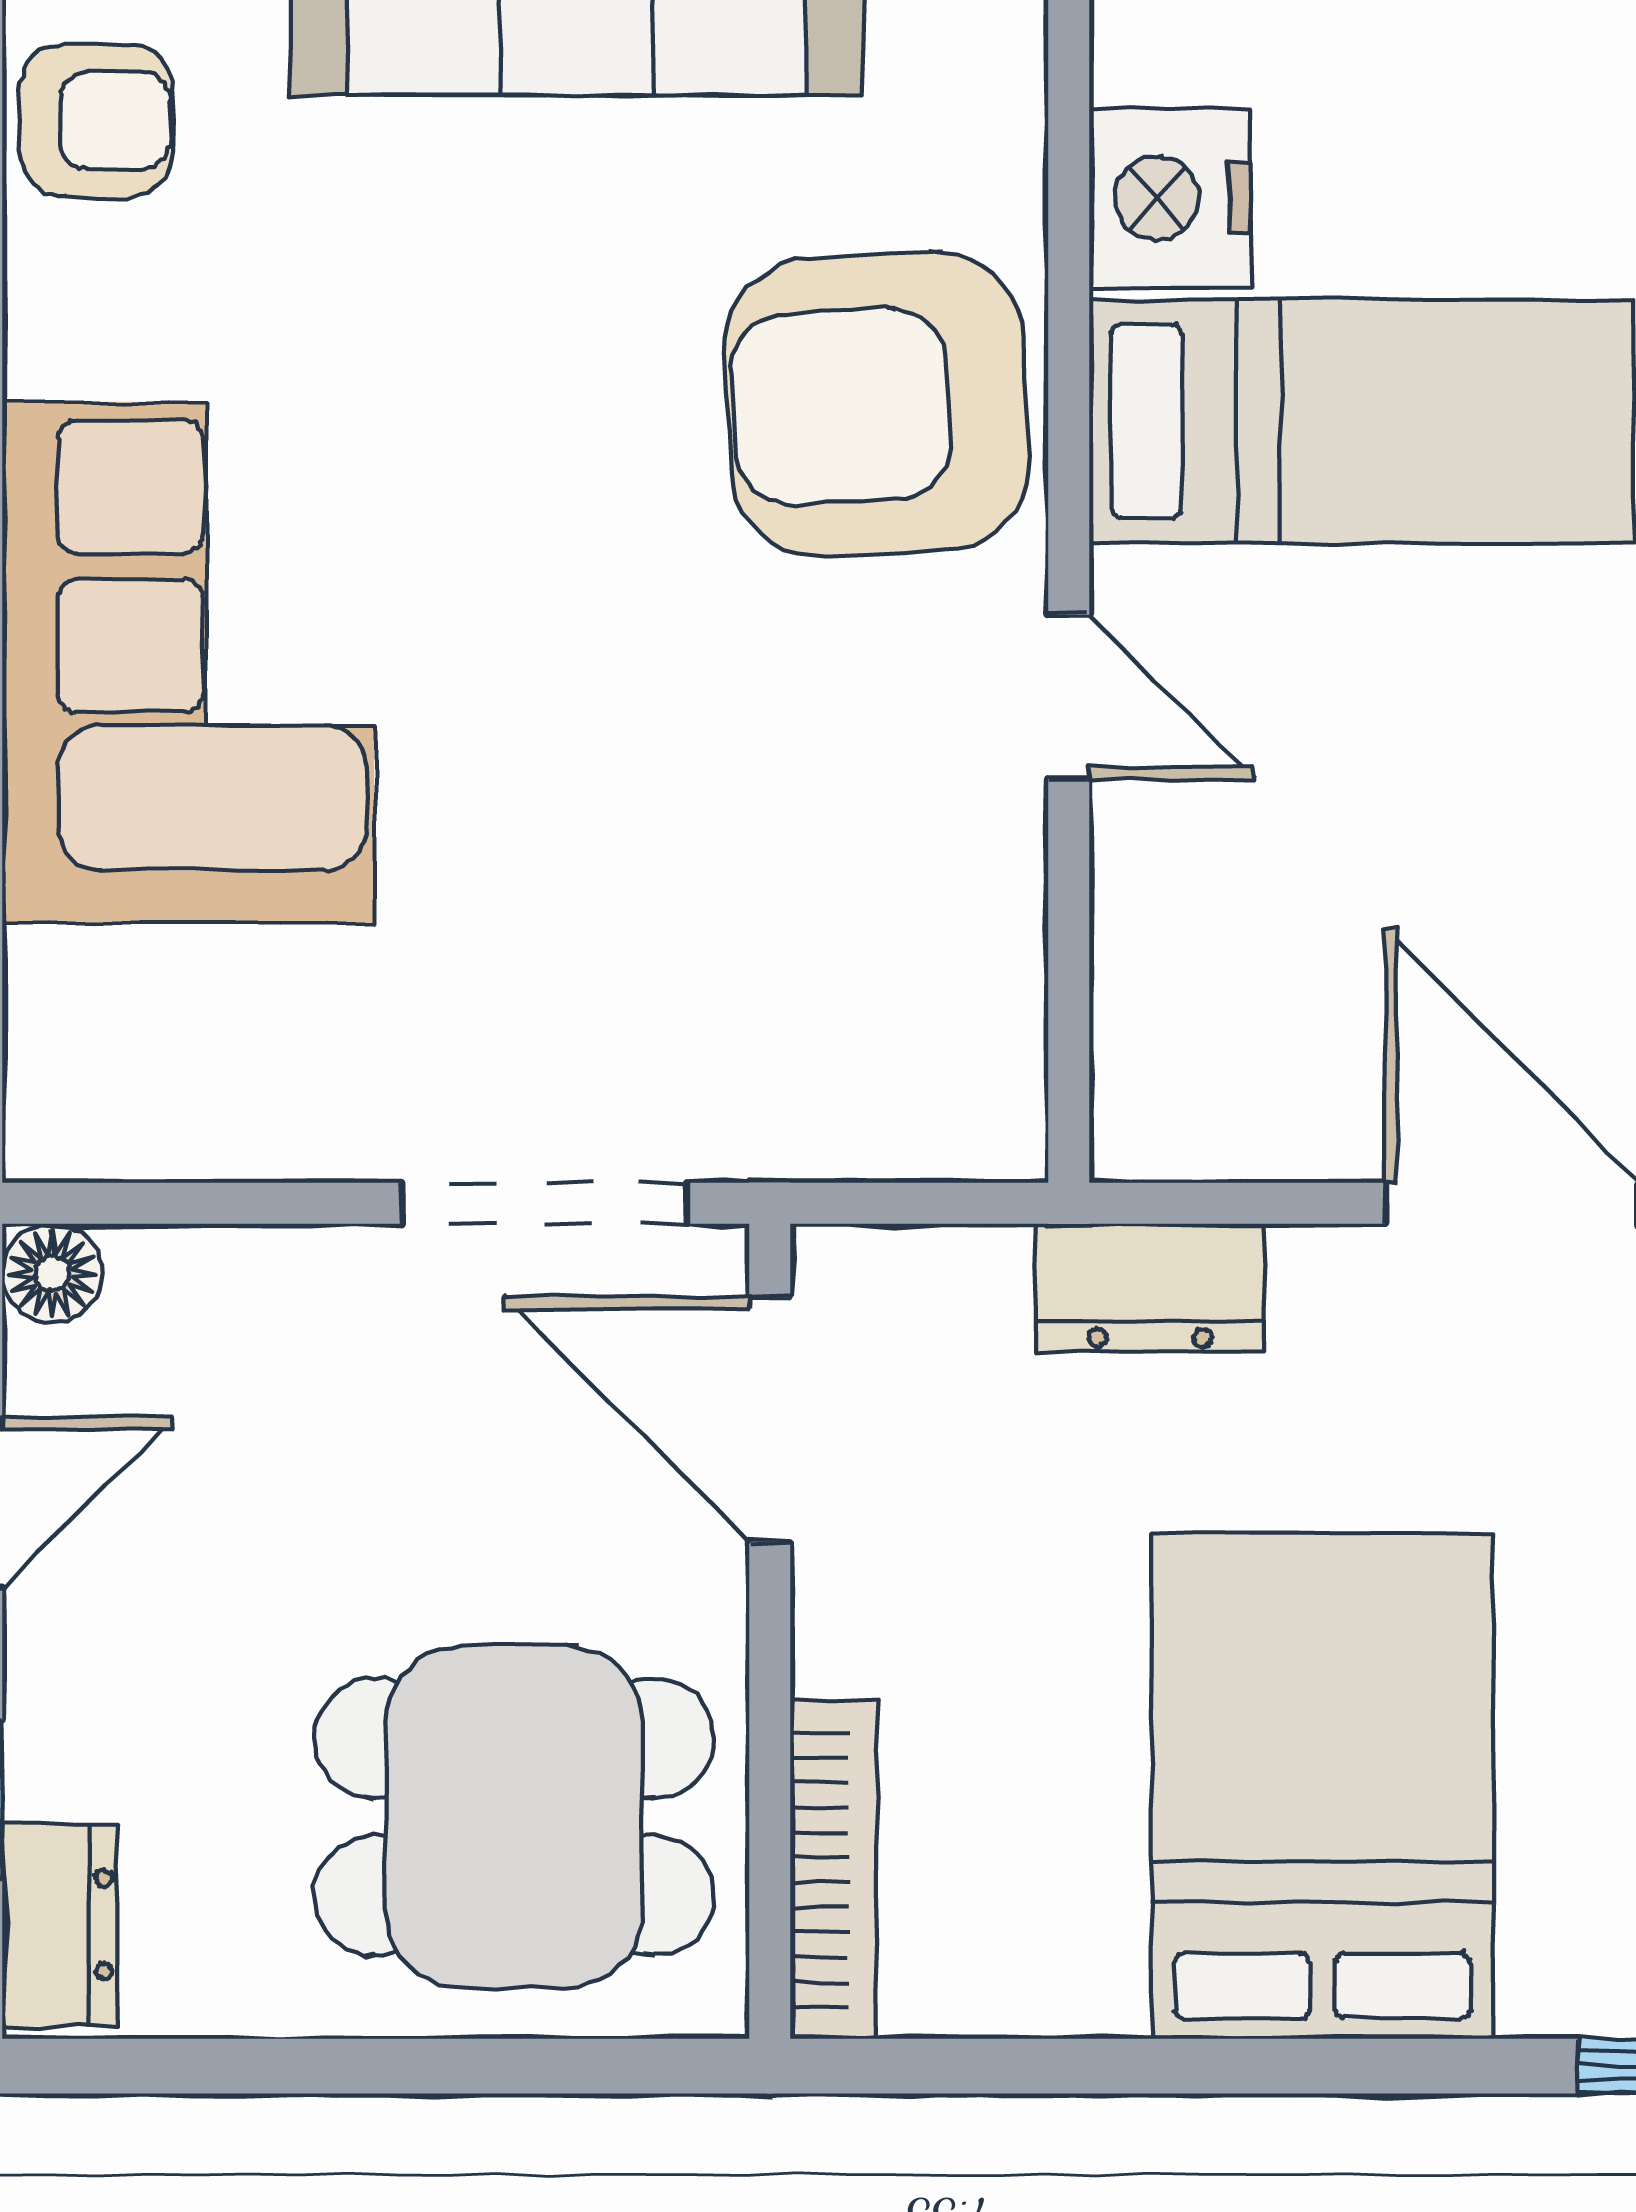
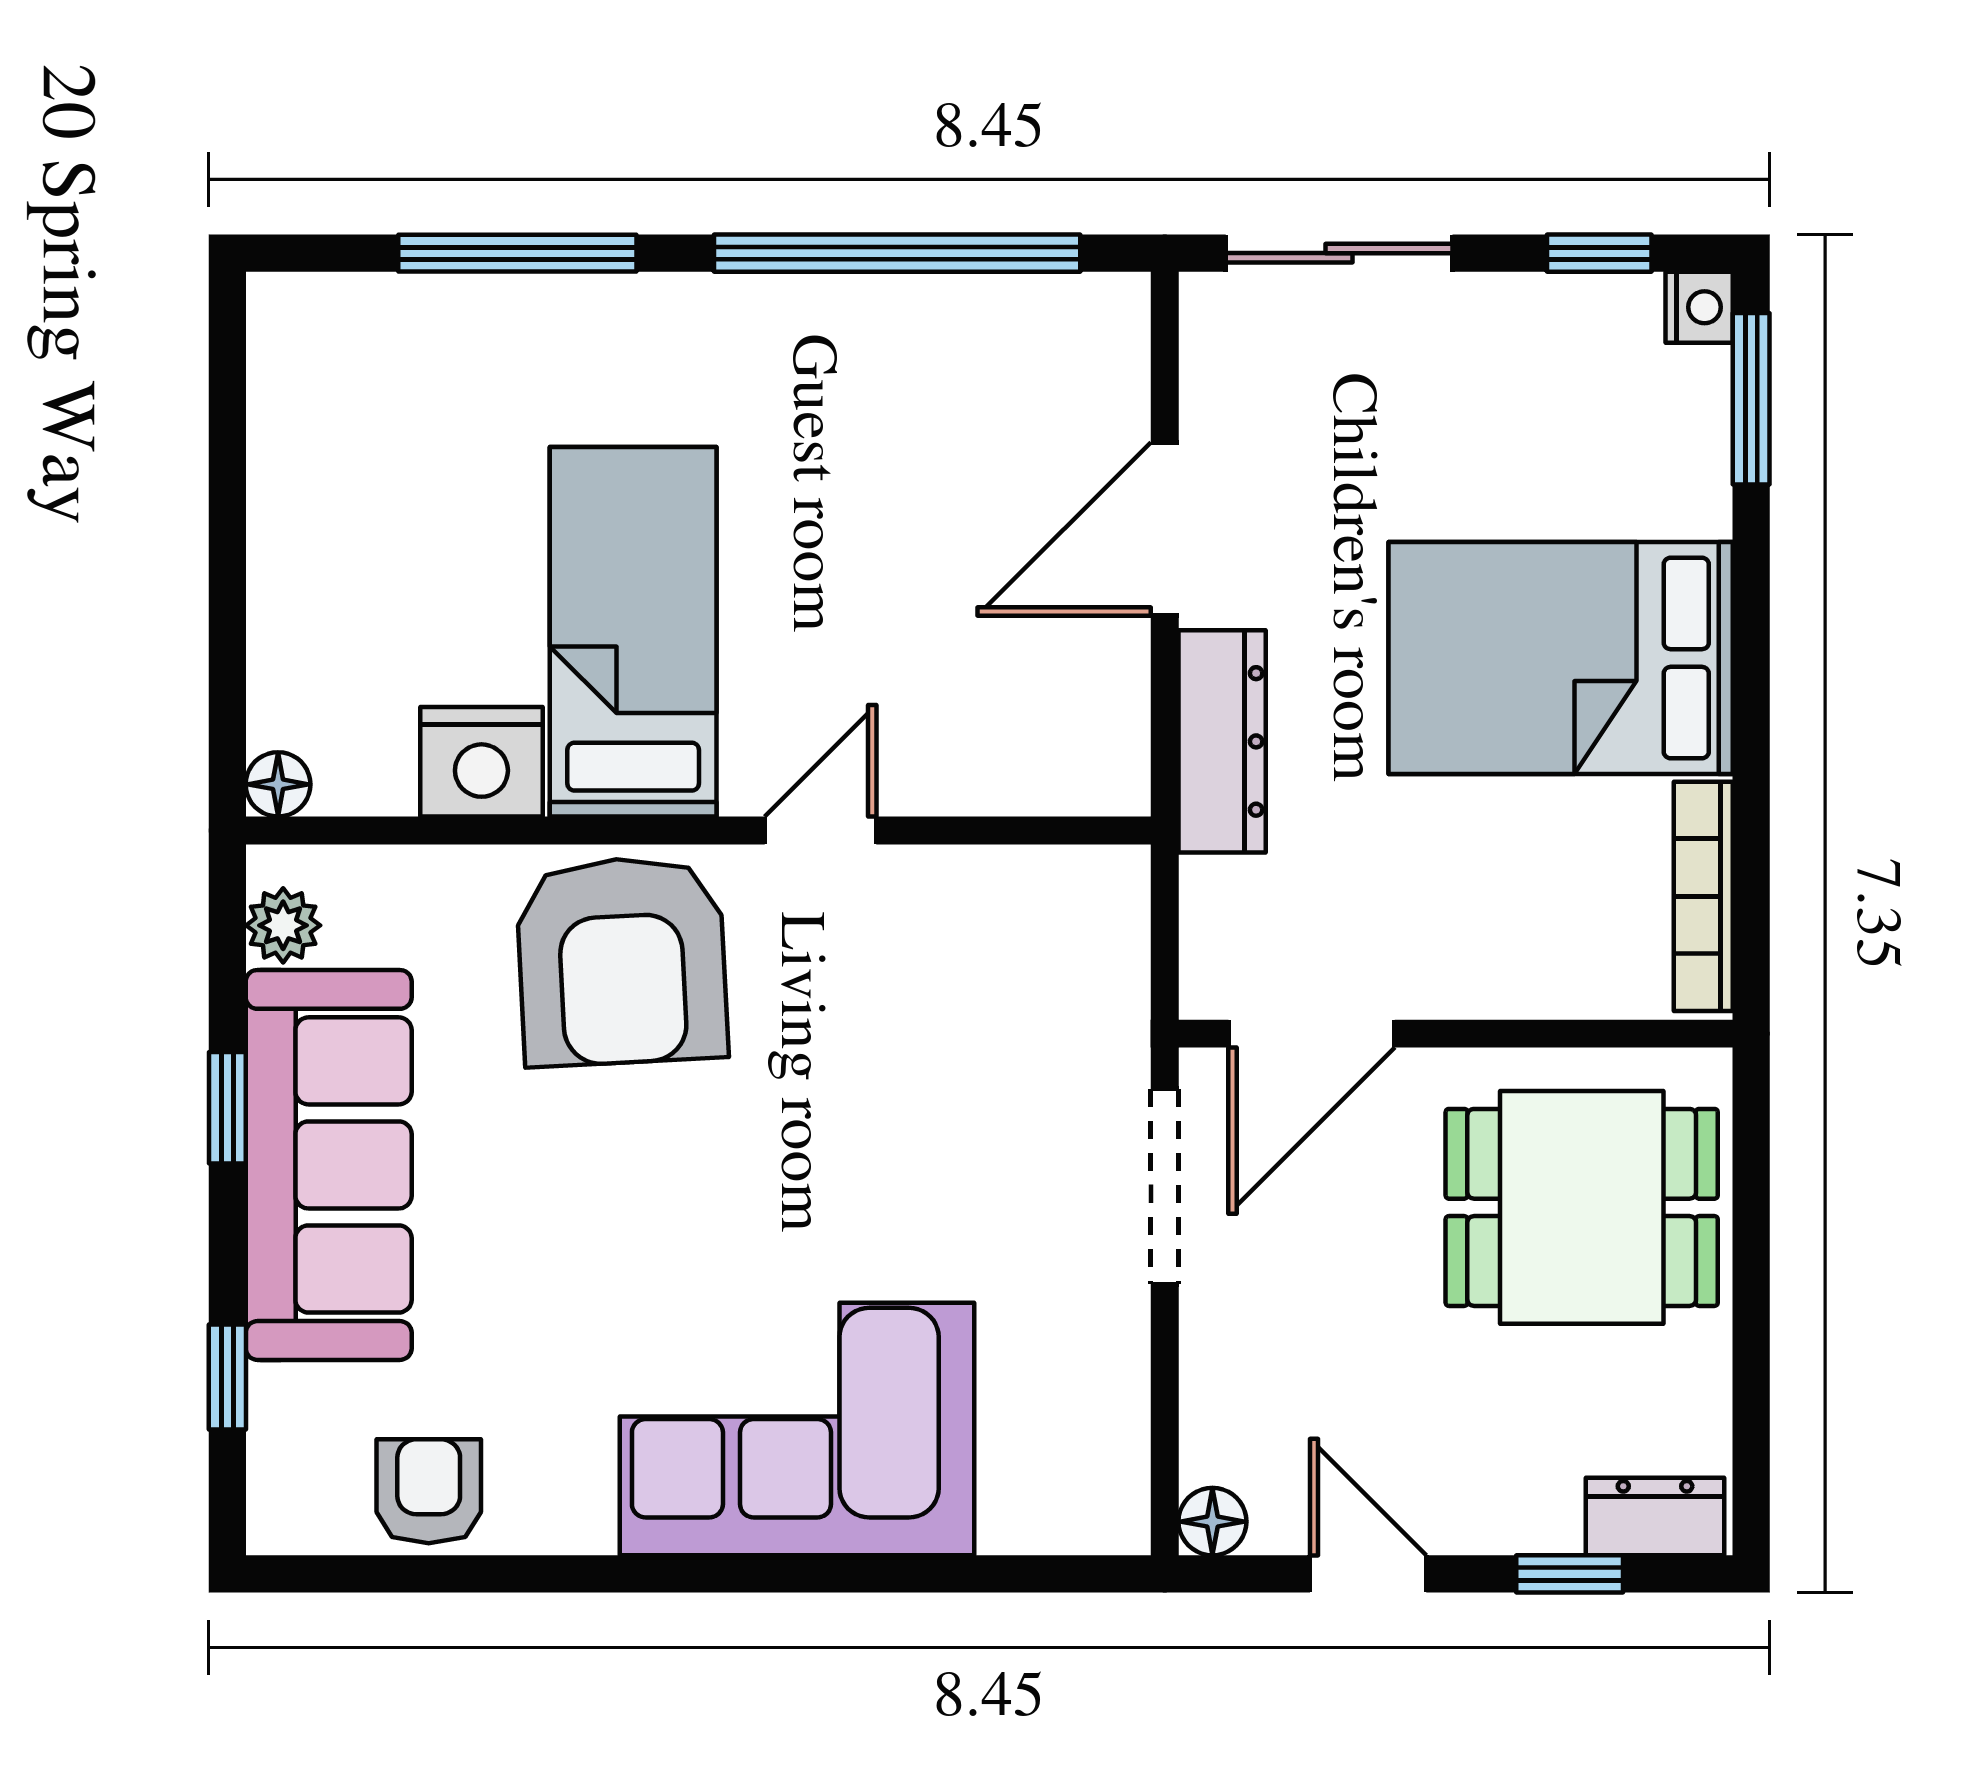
dresser: (1150, 1288) -> (1222, 741), width x1.44
dining table: (514, 1817) -> (1582, 1207), turned 90
bookcase: (833, 1870) -> (1703, 896), moved, turned -90

